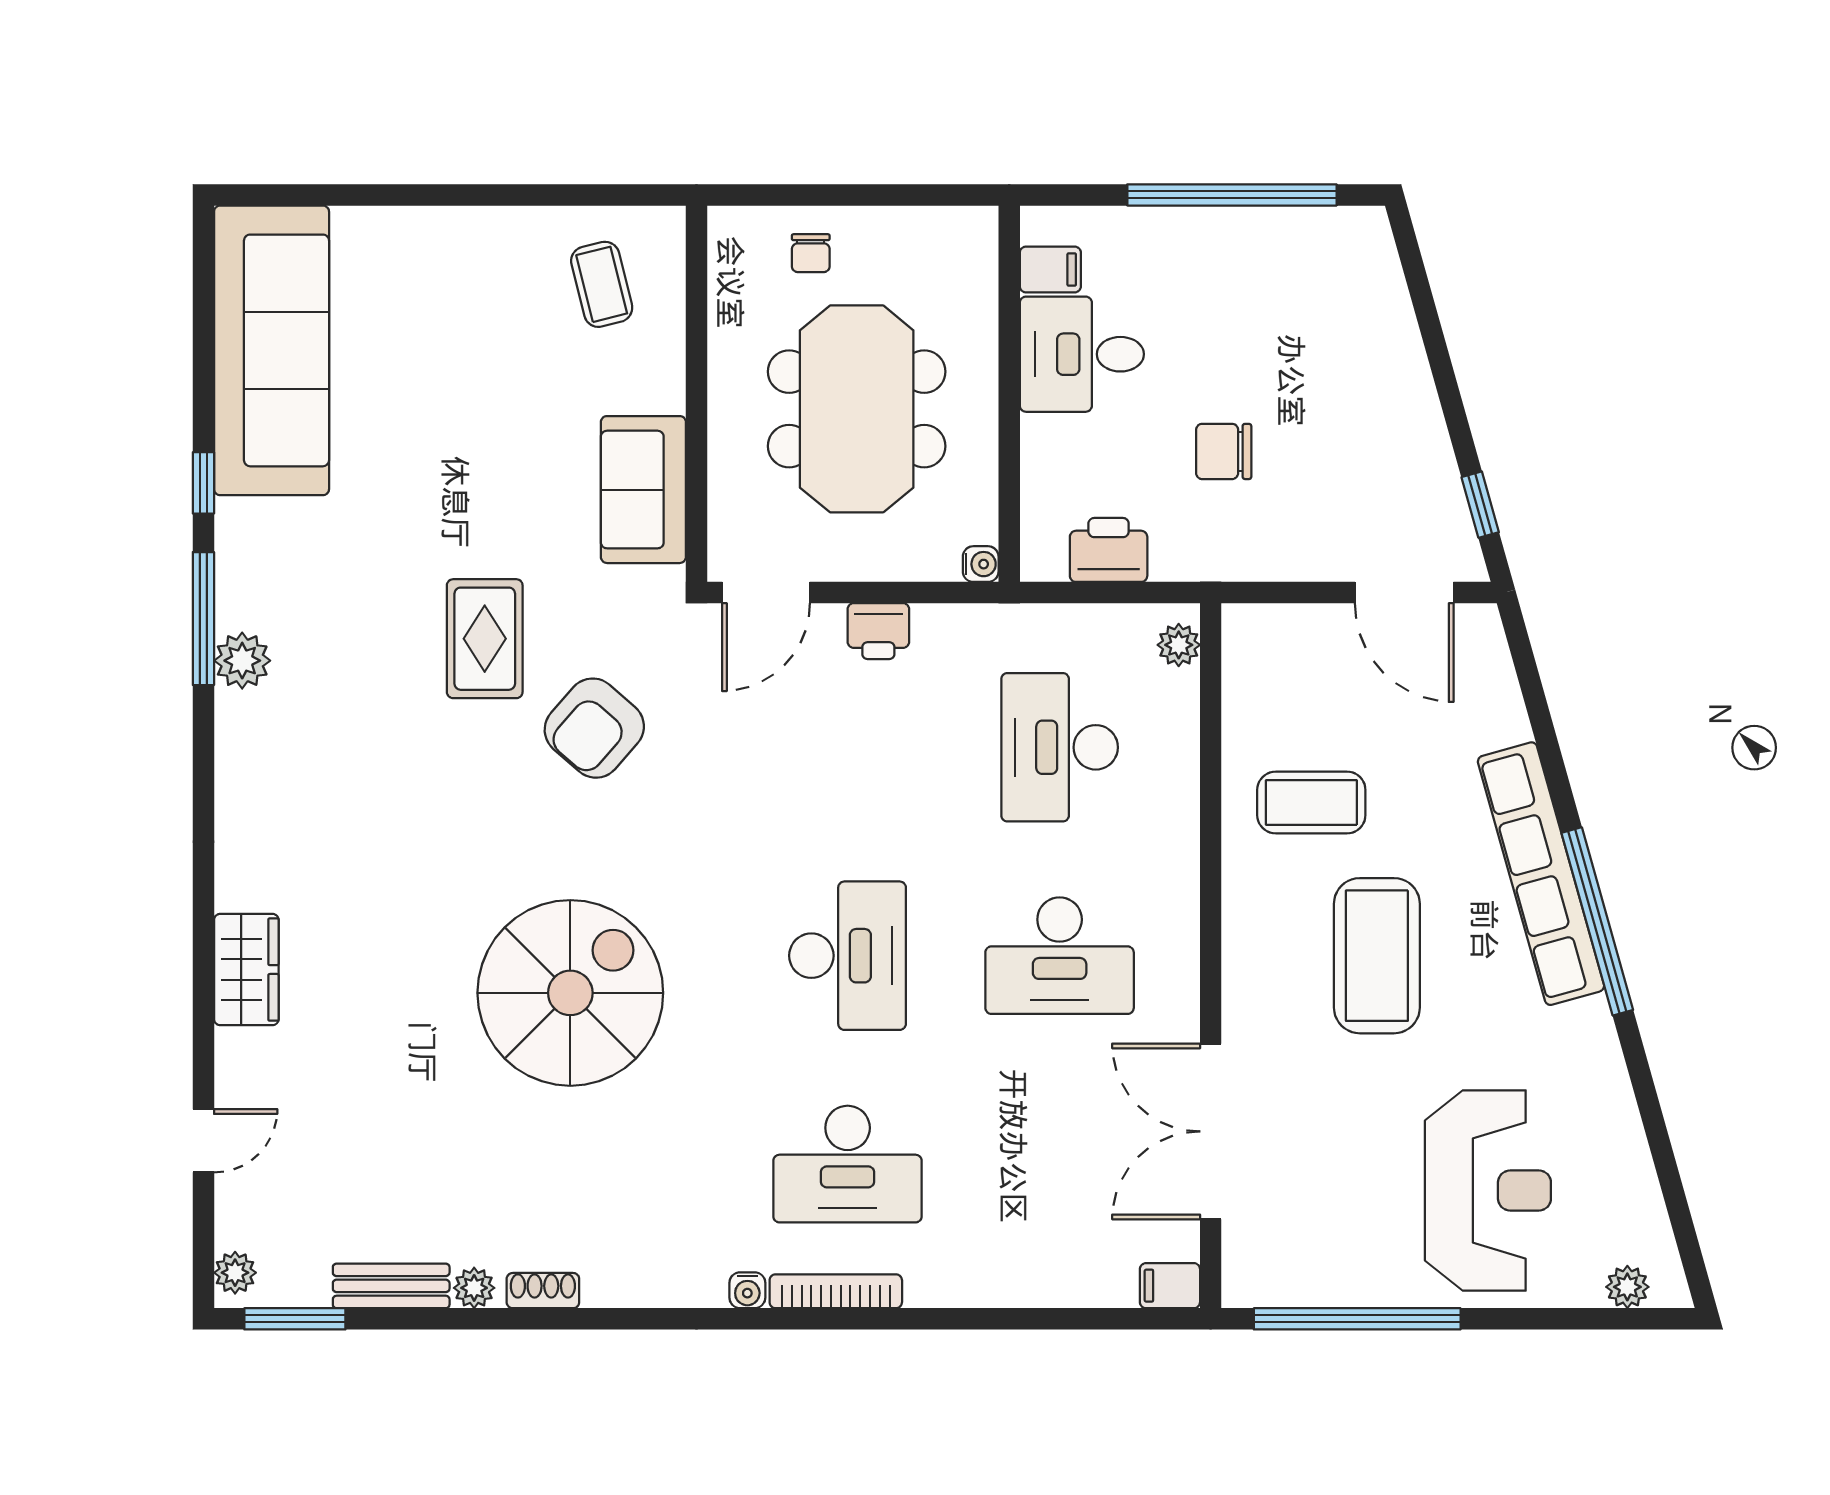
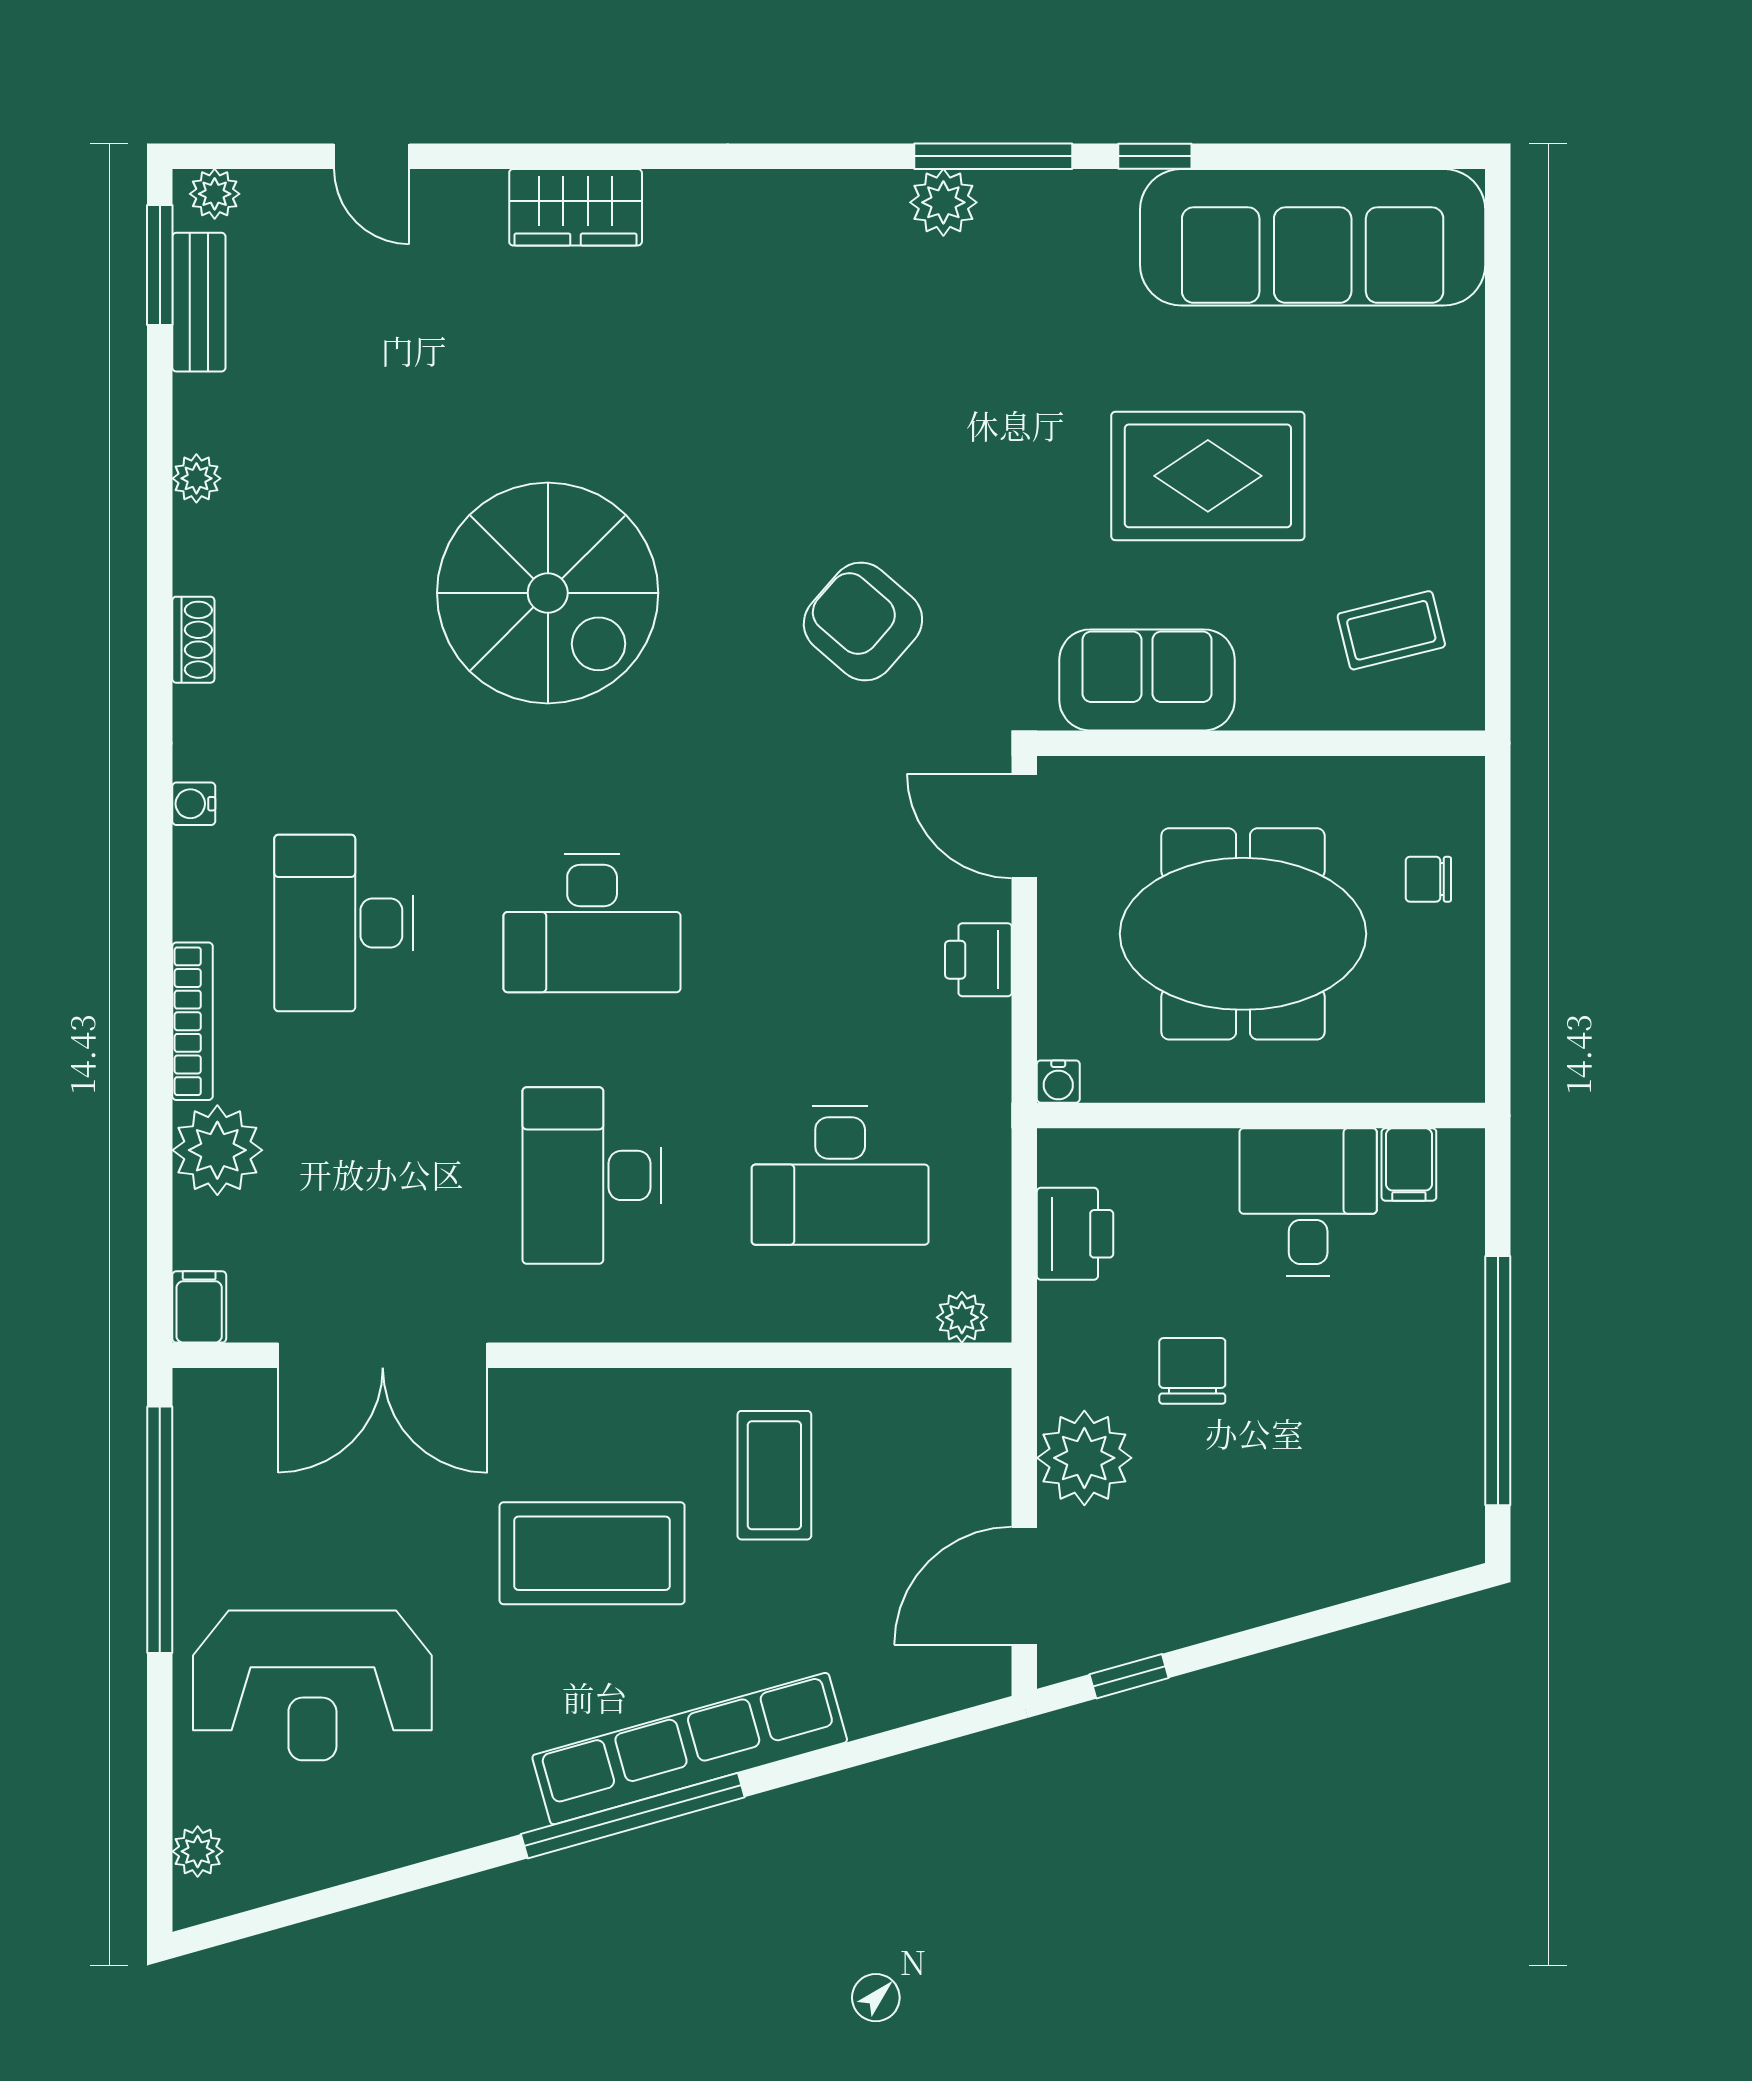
plant: (1297, 542) -> (1084, 1458), added
rug: (485, 639) -> (1208, 476), moved, width x1.36, depth x1.43
desk: (1060, 747) -> (840, 1175), turned 180
double door: (1211, 1131) -> (383, 1355), swing flipped
plant: (1038, 1270) -> (217, 1150), added
bench: (391, 1286) -> (199, 302), moved
shoe rack: (543, 1291) -> (193, 640), moved
bookcase: (836, 1291) -> (193, 1021), moved

